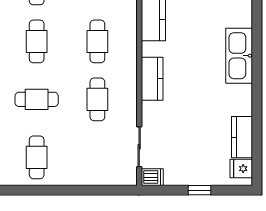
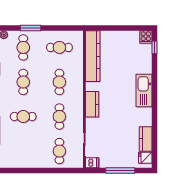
cafe table: (37, 157) -> (59, 151), moved
window: (199, 190) -> (120, 171), width x2.17

